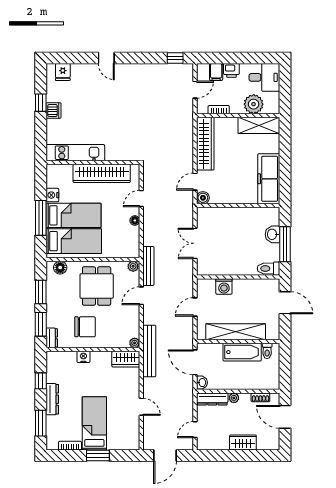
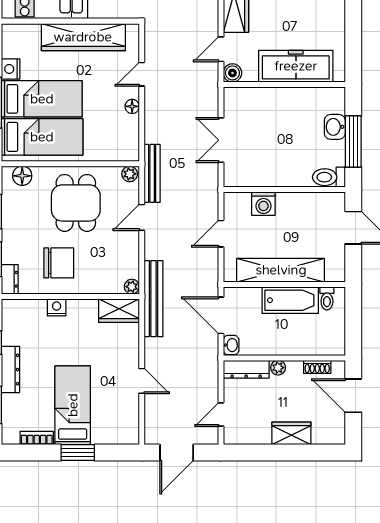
freezer: (269, 179) -> (296, 66), moved, turned 90

